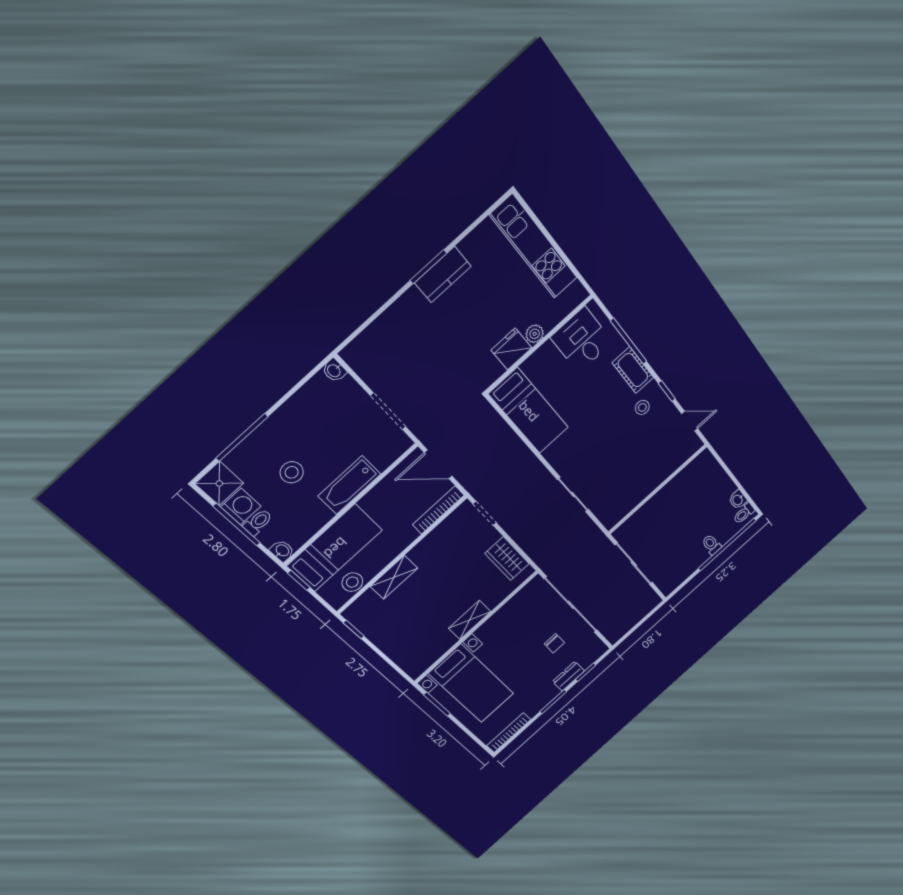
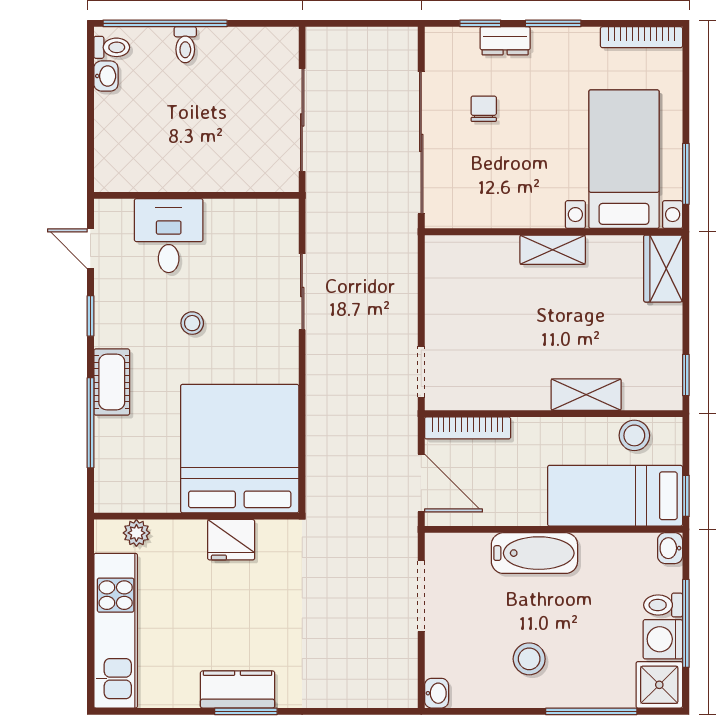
plant: (535, 334) -> (136, 533), moved
desk: (582, 340) -> (169, 236), moved, turned 180
stool: (642, 407) -> (192, 323), moved
bed: (529, 411) -> (240, 449), width x2.04
stool: (292, 472) -> (529, 659), moved
wardrobe: (507, 559) -> (663, 269), moved, turned 180

